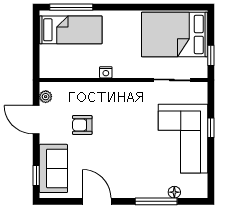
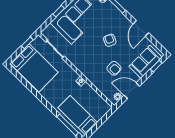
door: (36, 120) -> (132, 91), swing flipped
armchair: (119, 153) -> (110, 40), added

